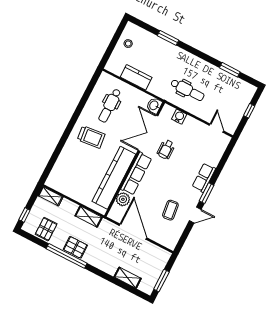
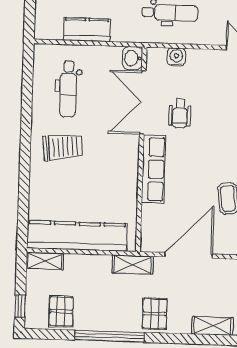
kitchen counter: (114, 178) -> (77, 236), moved, turned 90
plant: (123, 199) -> (152, 215), removed
shelving: (89, 217) -> (133, 265), moved
door: (133, 232) -> (189, 255), hinge flipped
pallet: (75, 247) -> (155, 314), moved, turned 90

